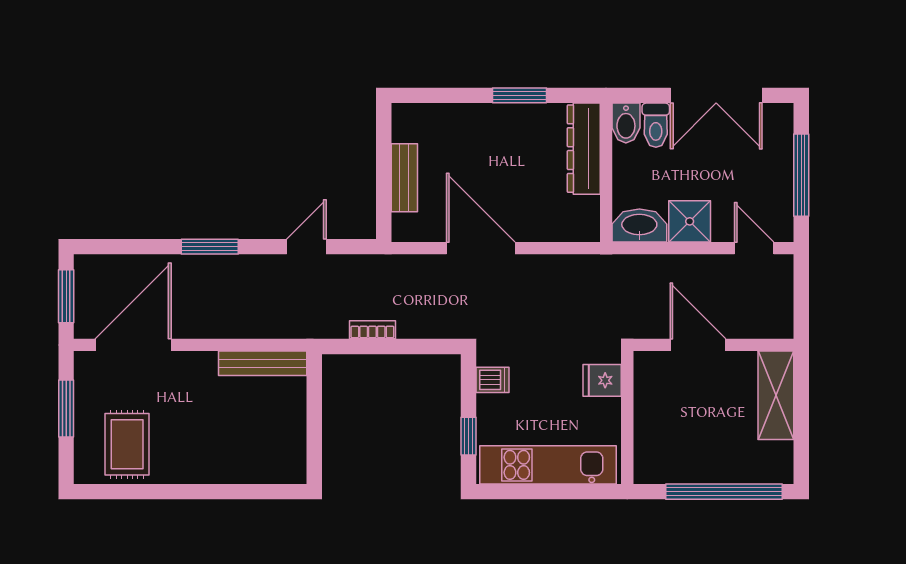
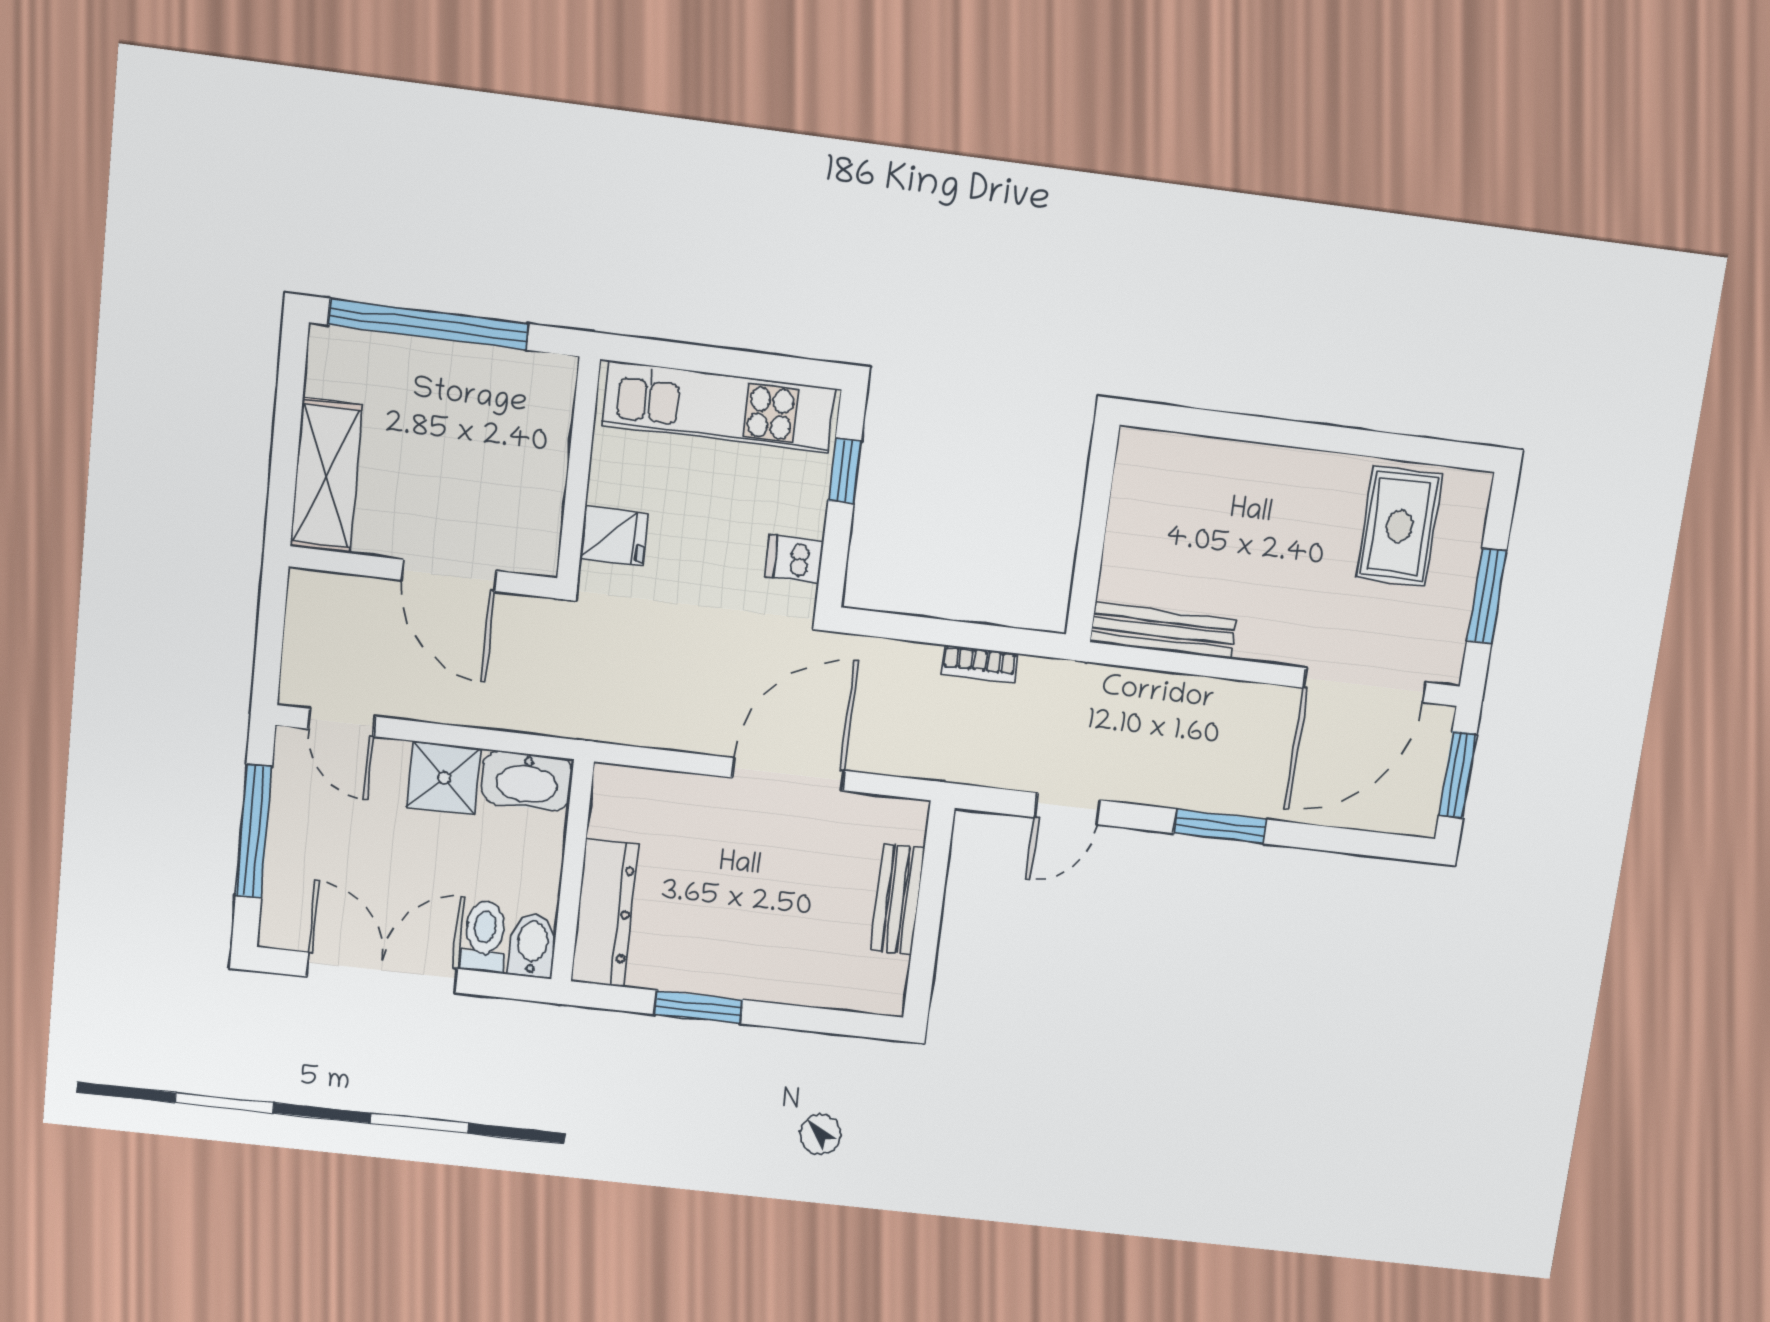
door: (481, 248) -> (788, 774), swing flipped

